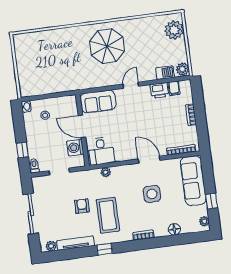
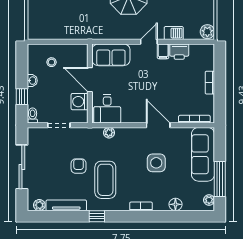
barbecue: (165, 73) -> (174, 33), moved
filing cabinet: (174, 88) -> (163, 51), moved
washbasin: (26, 106) -> (32, 81), moved
window: (211, 201) -> (220, 179), width x2.17

